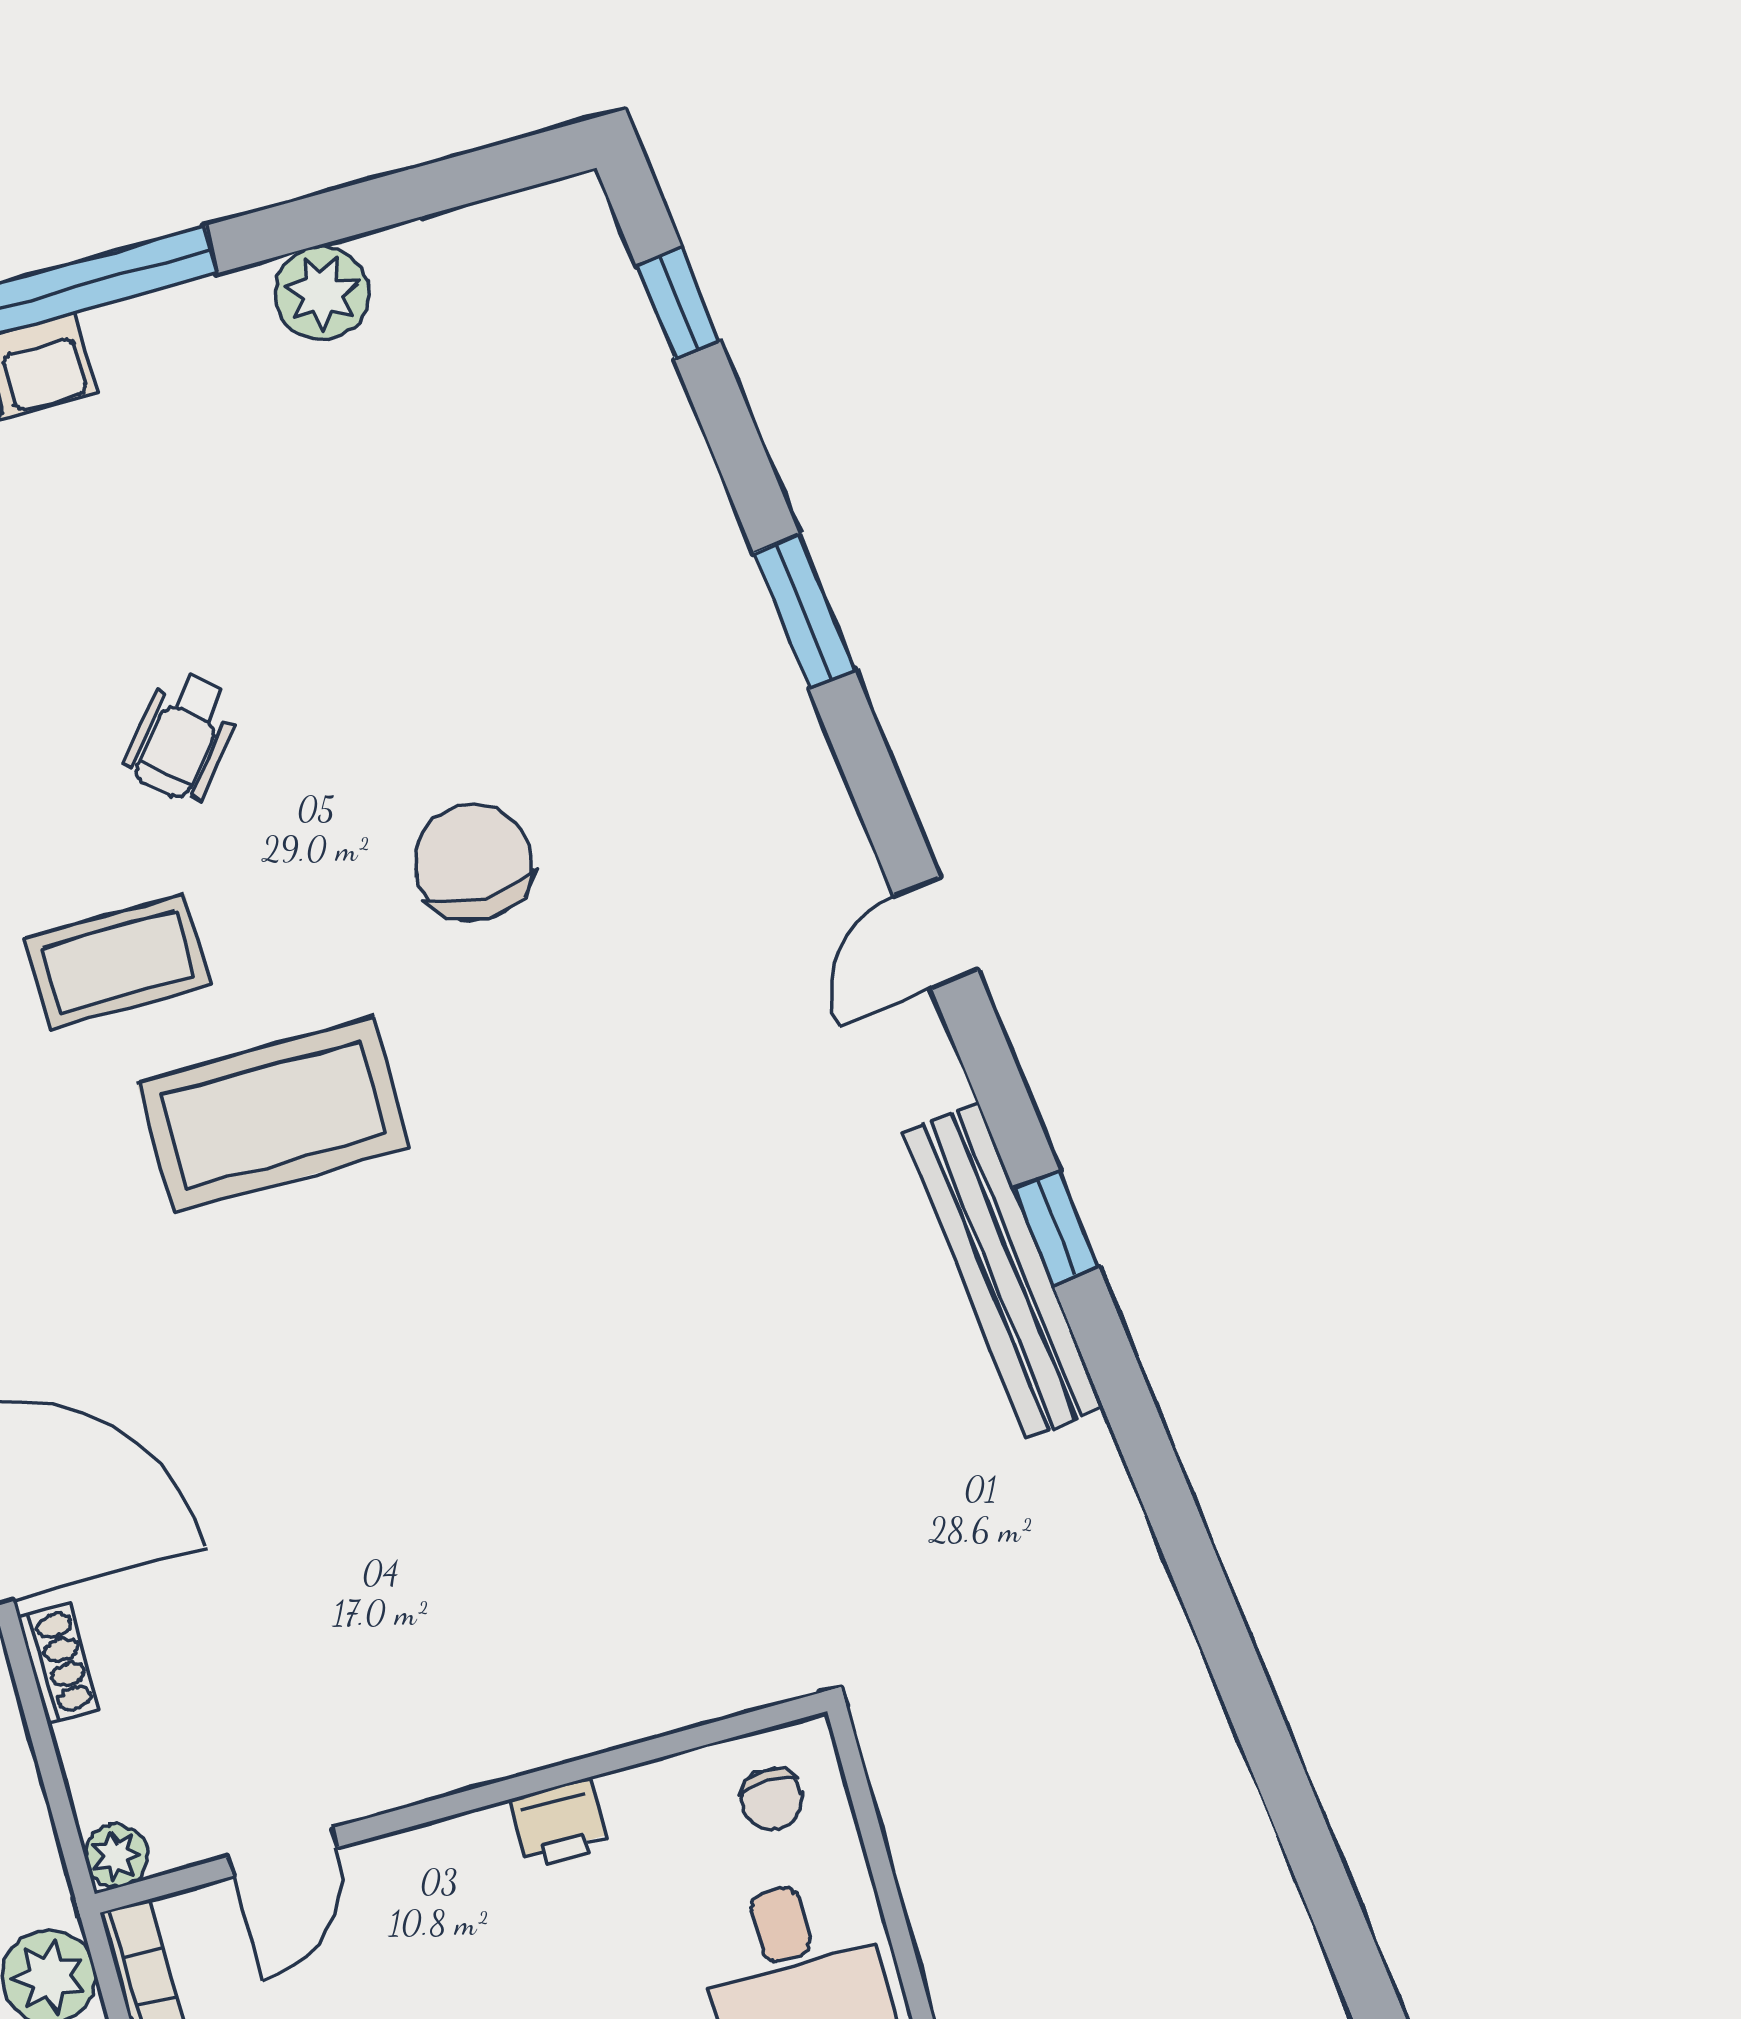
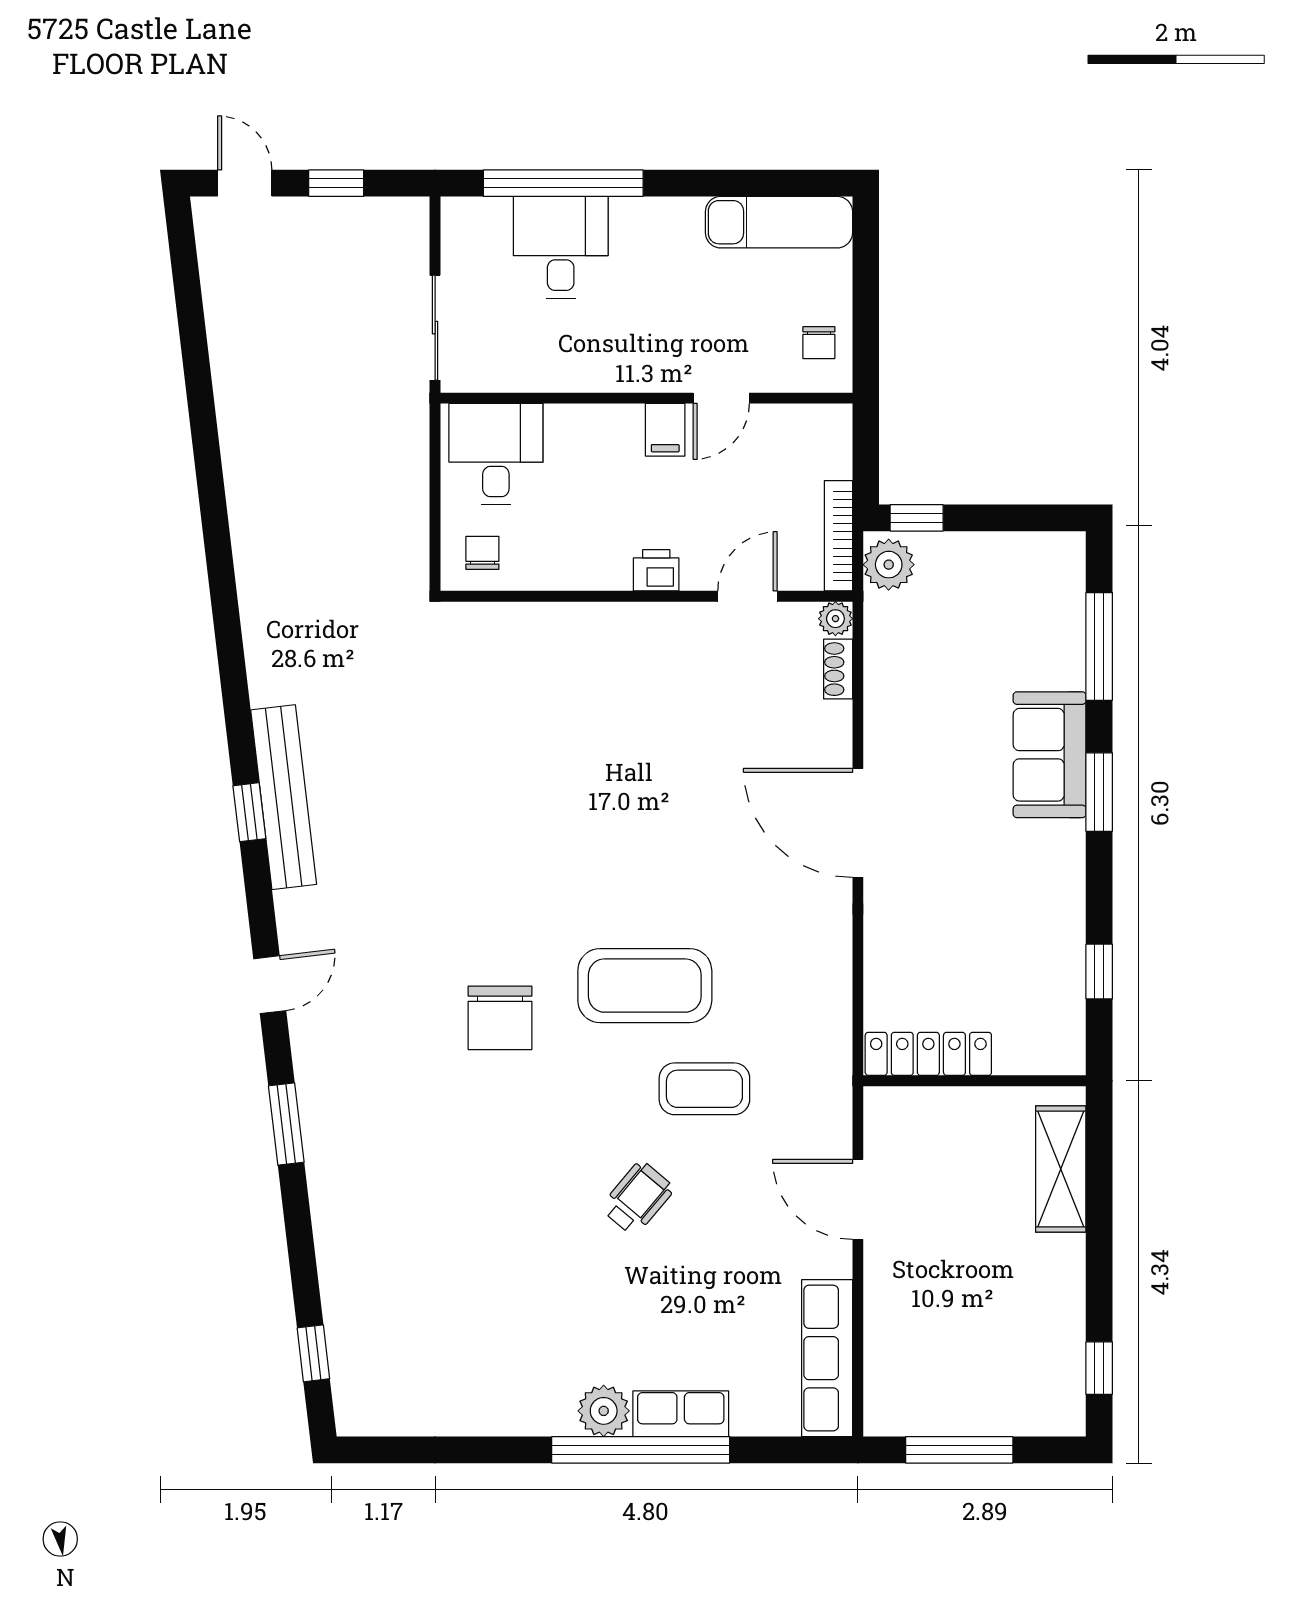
plant: (322, 293) -> (604, 1411), moved
window: (804, 611) -> (286, 1124), moved
chair: (473, 862) -> (500, 1018), moved
shoe rack: (58, 1664) -> (838, 669), moved
printer: (560, 1825) -> (656, 570), moved

